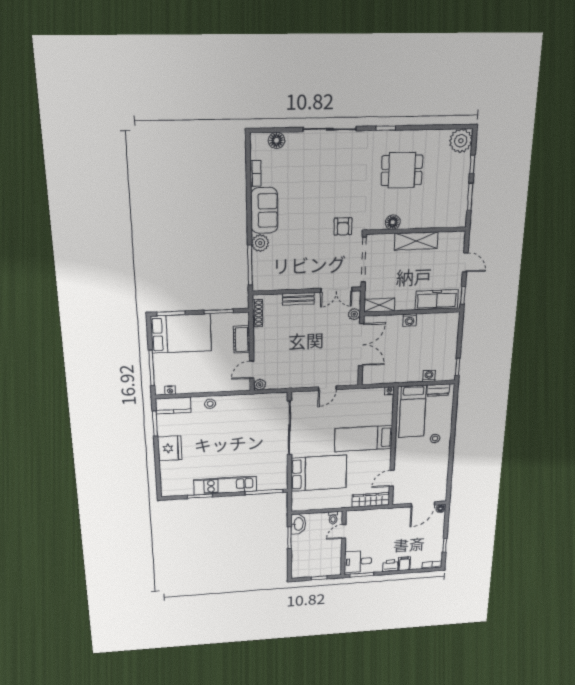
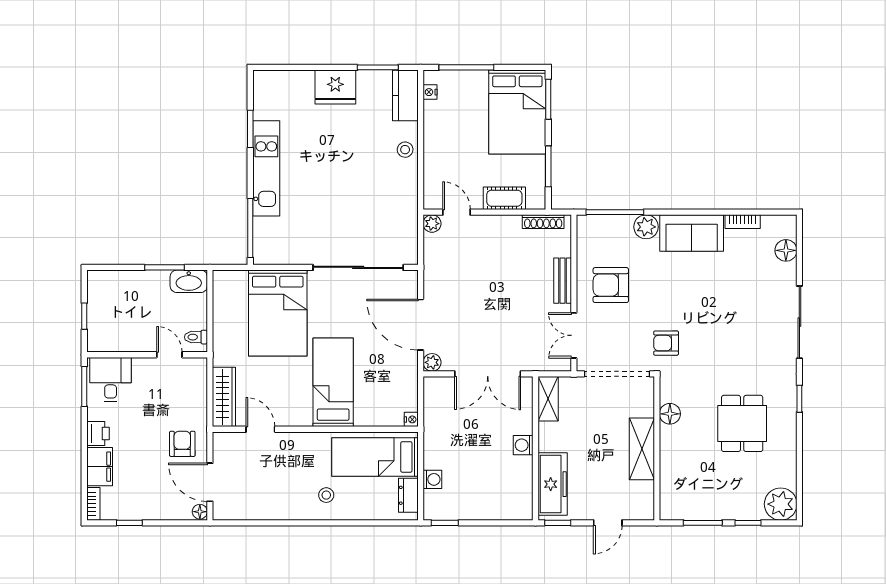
armchair: (302, 266) -> (611, 285), added
plant: (354, 314) -> (432, 362), moved
door: (327, 388) -> (421, 325), width x1.88
armchair: (399, 521) -> (182, 444), added
filing cabinet: (404, 564) -> (100, 467), width x2.00

